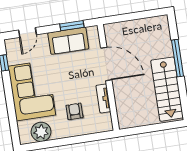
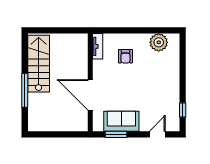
corner sofa: (32, 91) -> (161, 81), removed
tv unit: (103, 98) -> (98, 46), moved

